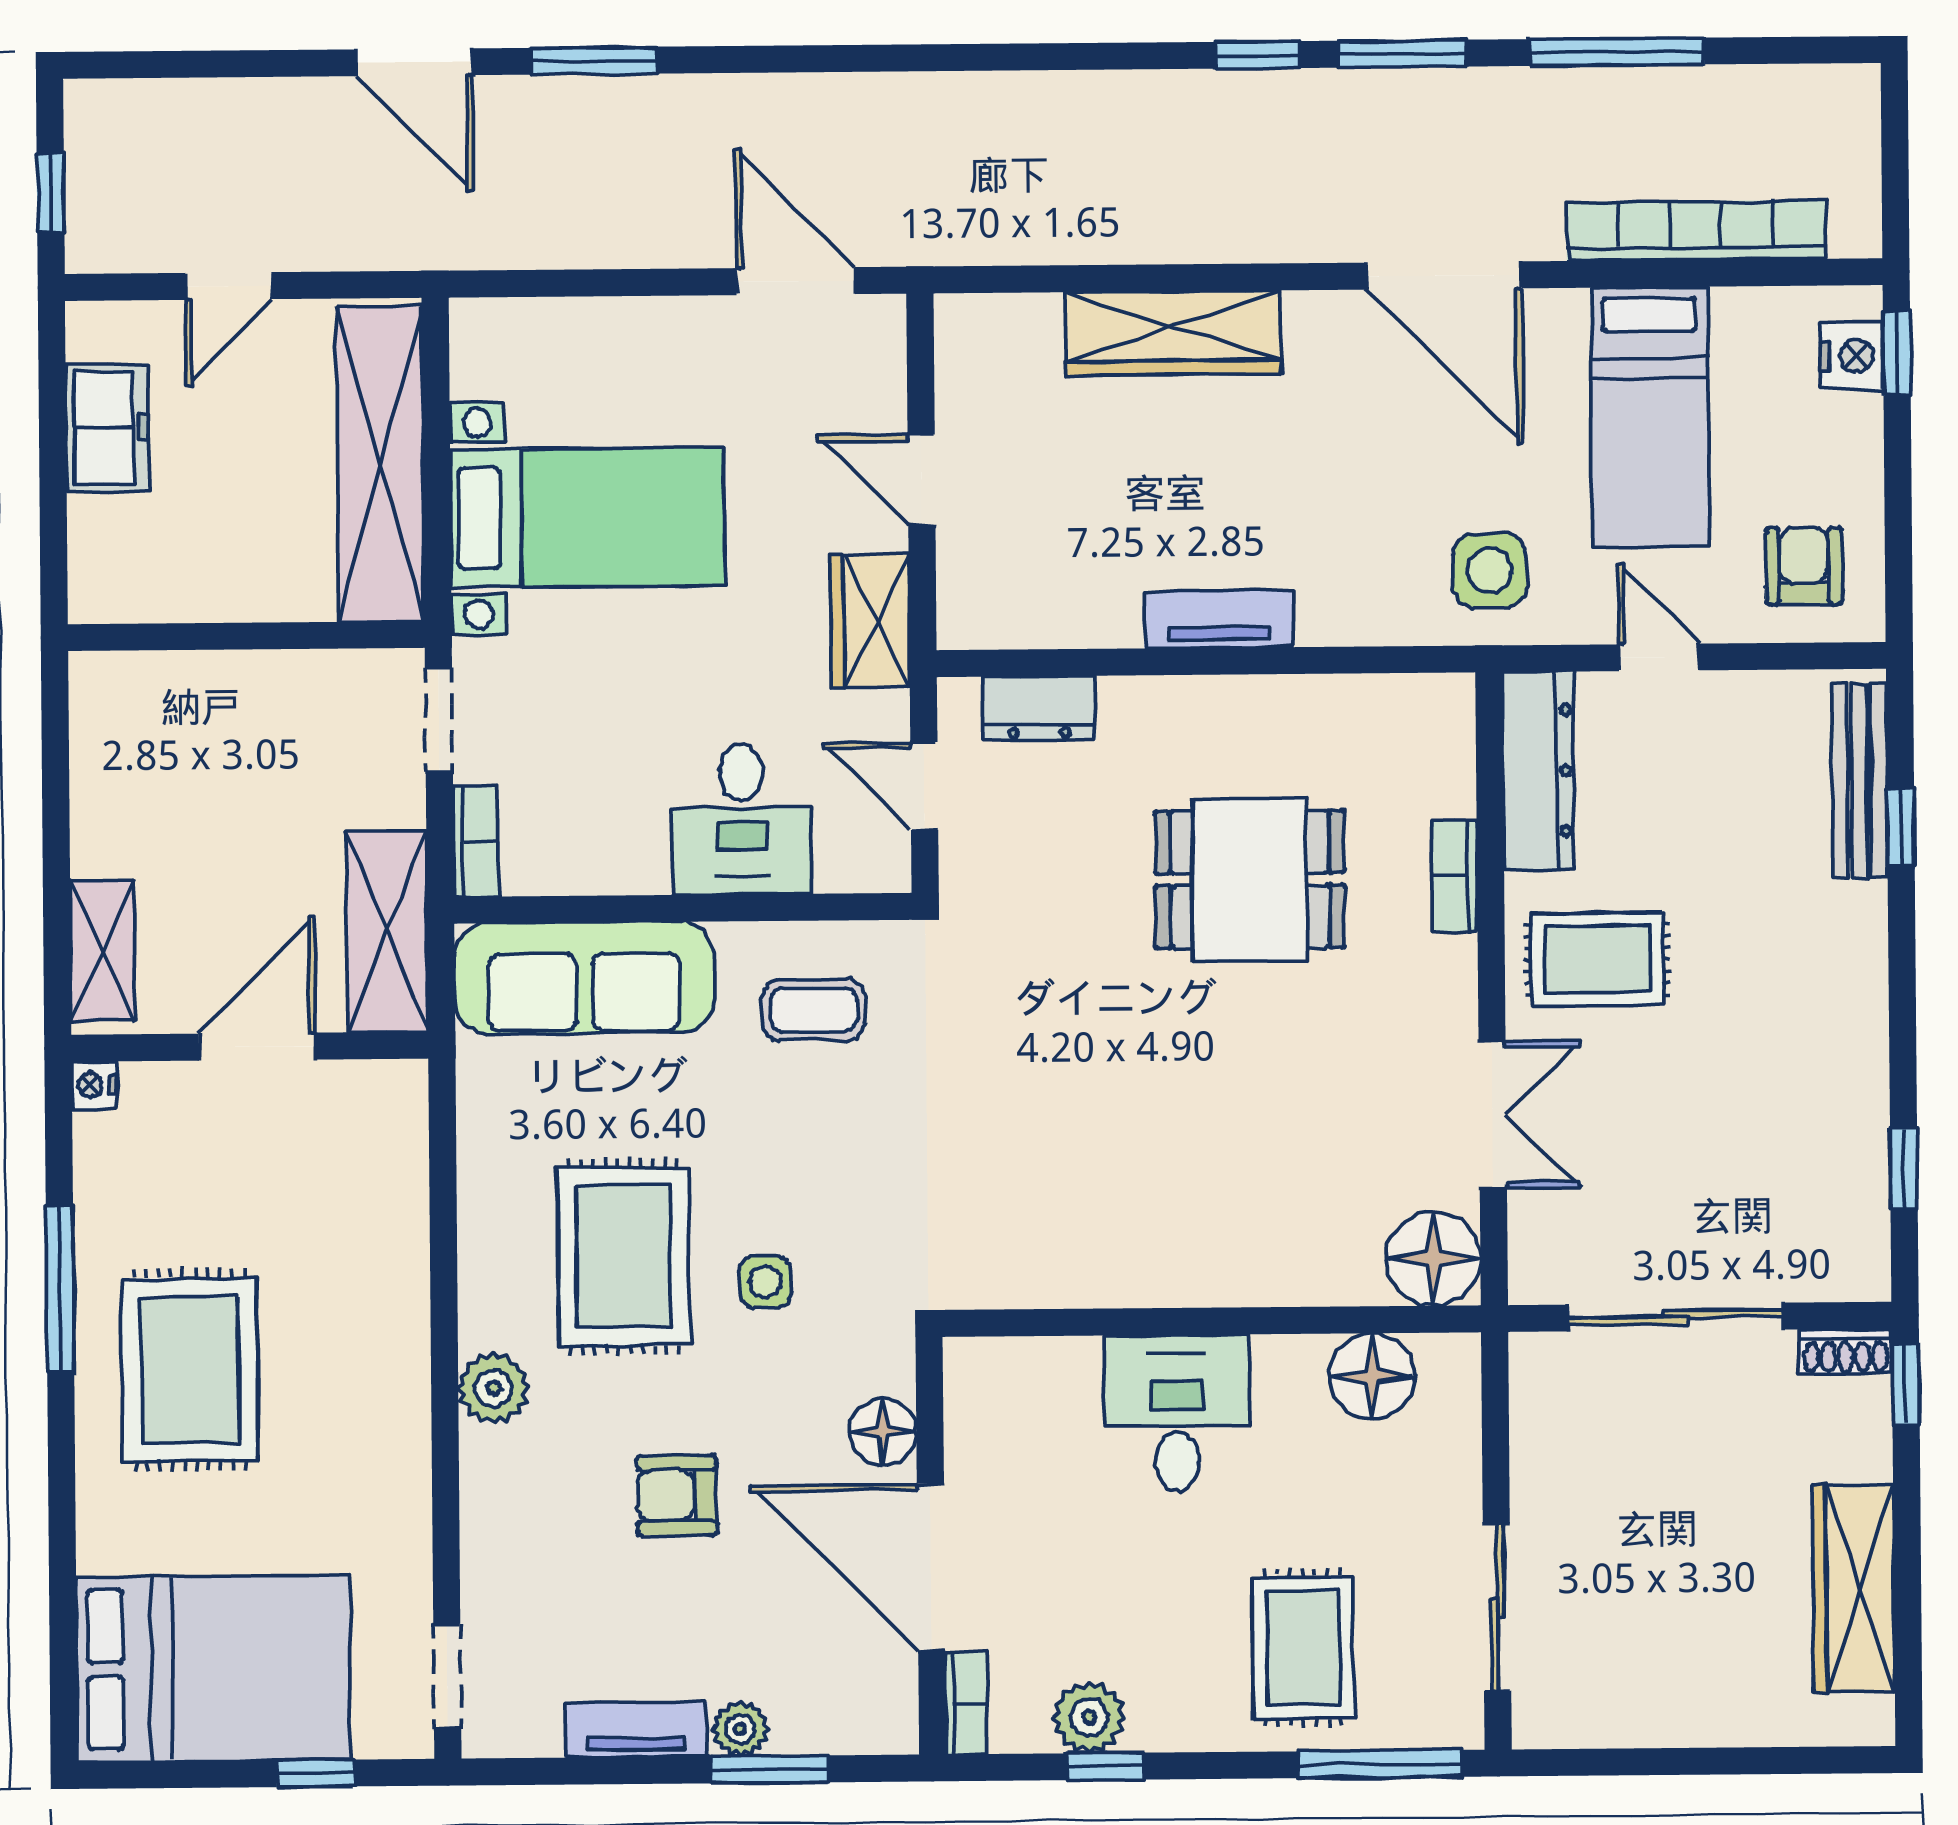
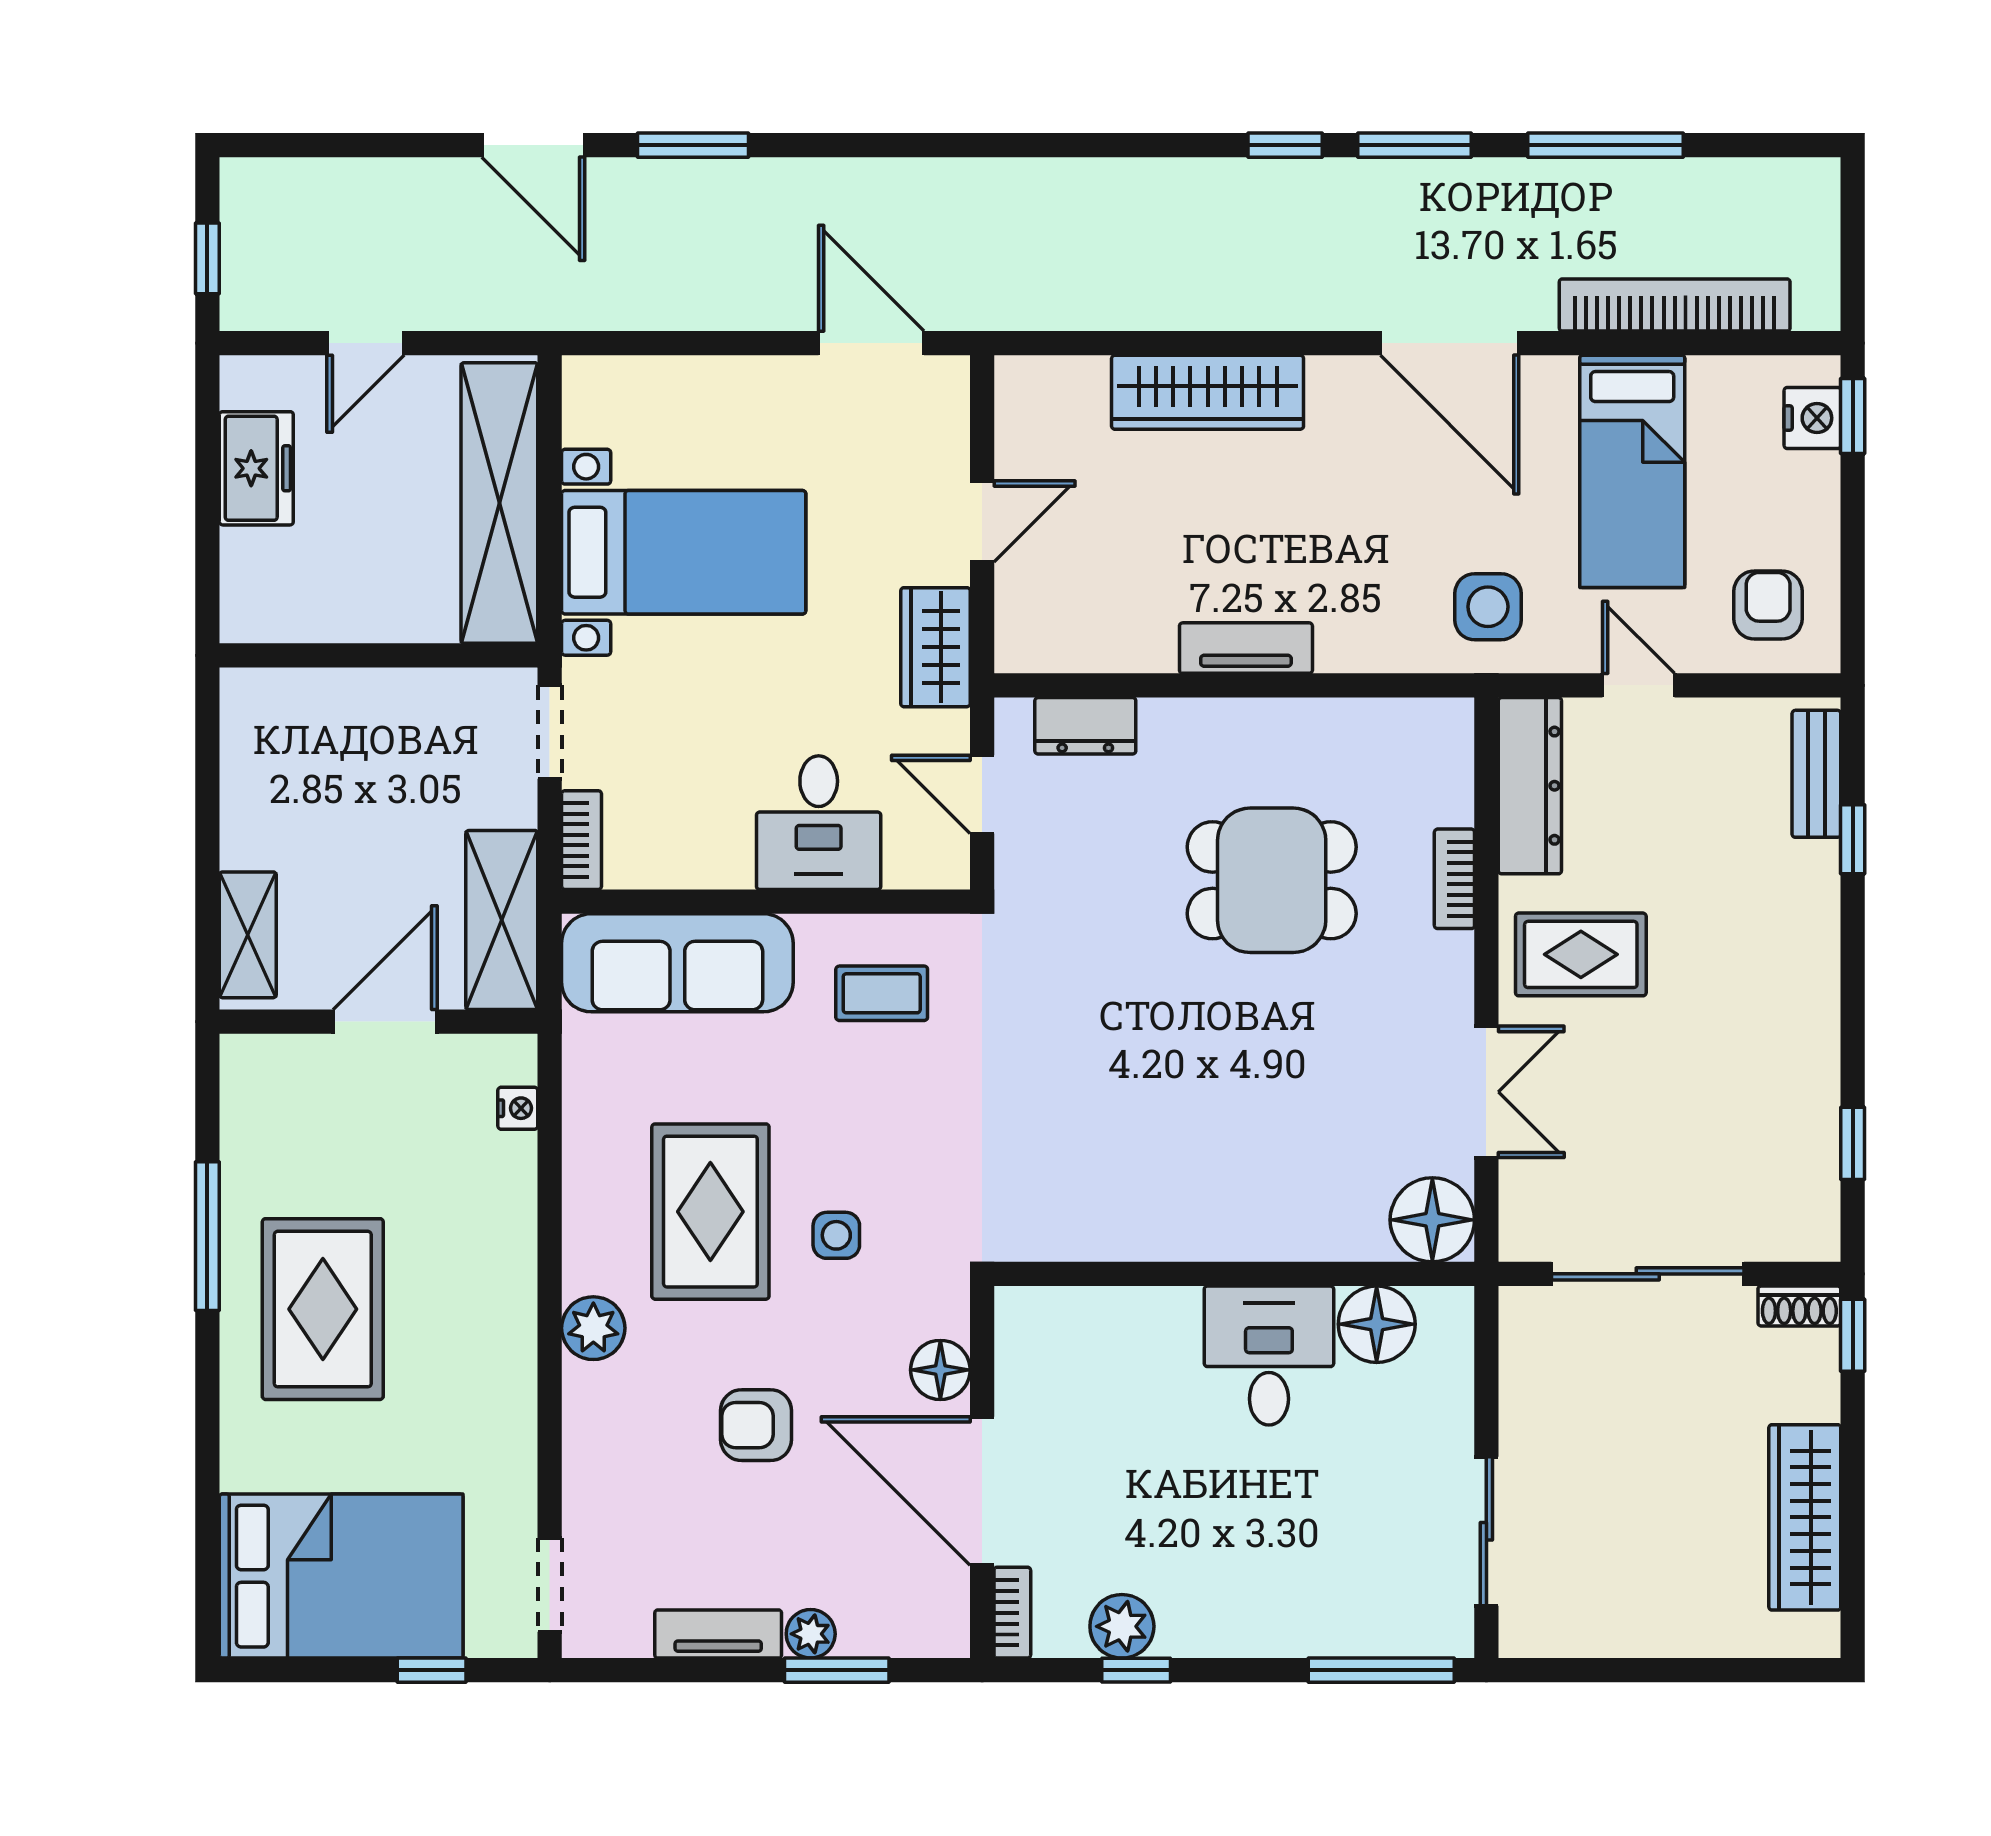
door: (922, 480) -> (982, 521), swing flipped
bench: (1860, 781) -> (1816, 774), width x0.73
nightstand: (94, 1085) -> (518, 1108), moved, turned 180
desk: (1177, 1413) -> (1269, 1356), moved
rug: (1303, 1648) -> (1313, 1566), removed

